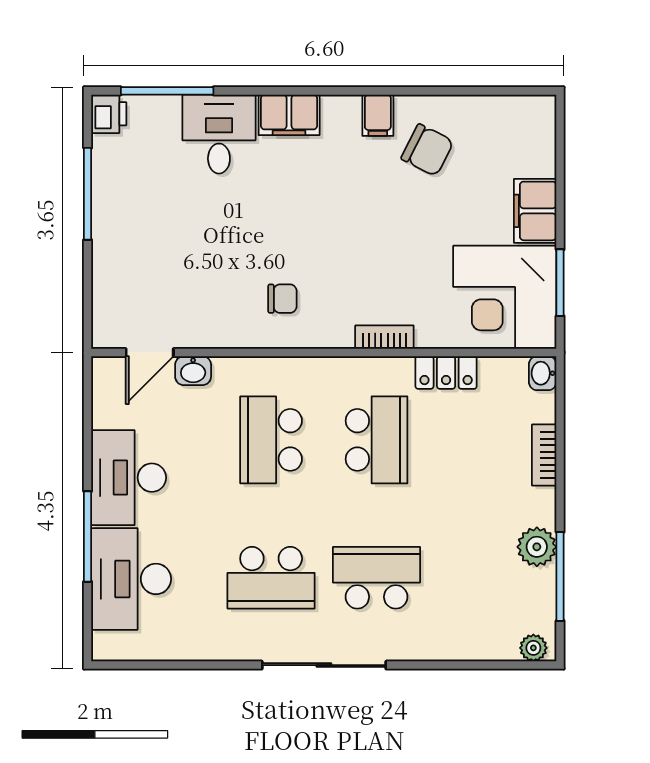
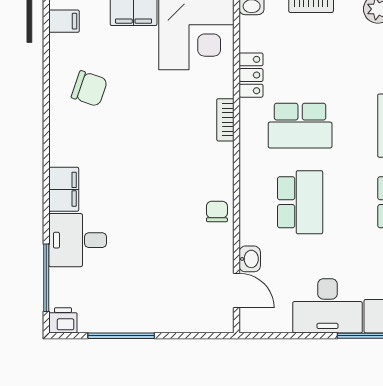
filing cabinet: (378, 115) -> (64, 21), moved
chair: (427, 150) -> (89, 89), turned 82
chair: (282, 299) -> (217, 212), moved
school desk: (271, 440) -> (300, 202), turned -90
school desk: (377, 440) -> (300, 126), turned 180

